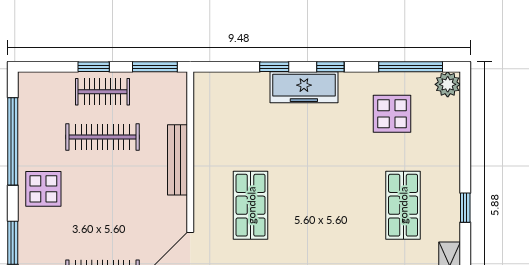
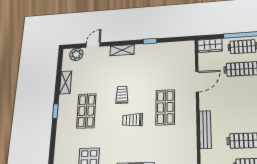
trolley: (312, 183) -> (133, 120), added
trolley: (334, 234) -> (122, 95), added

